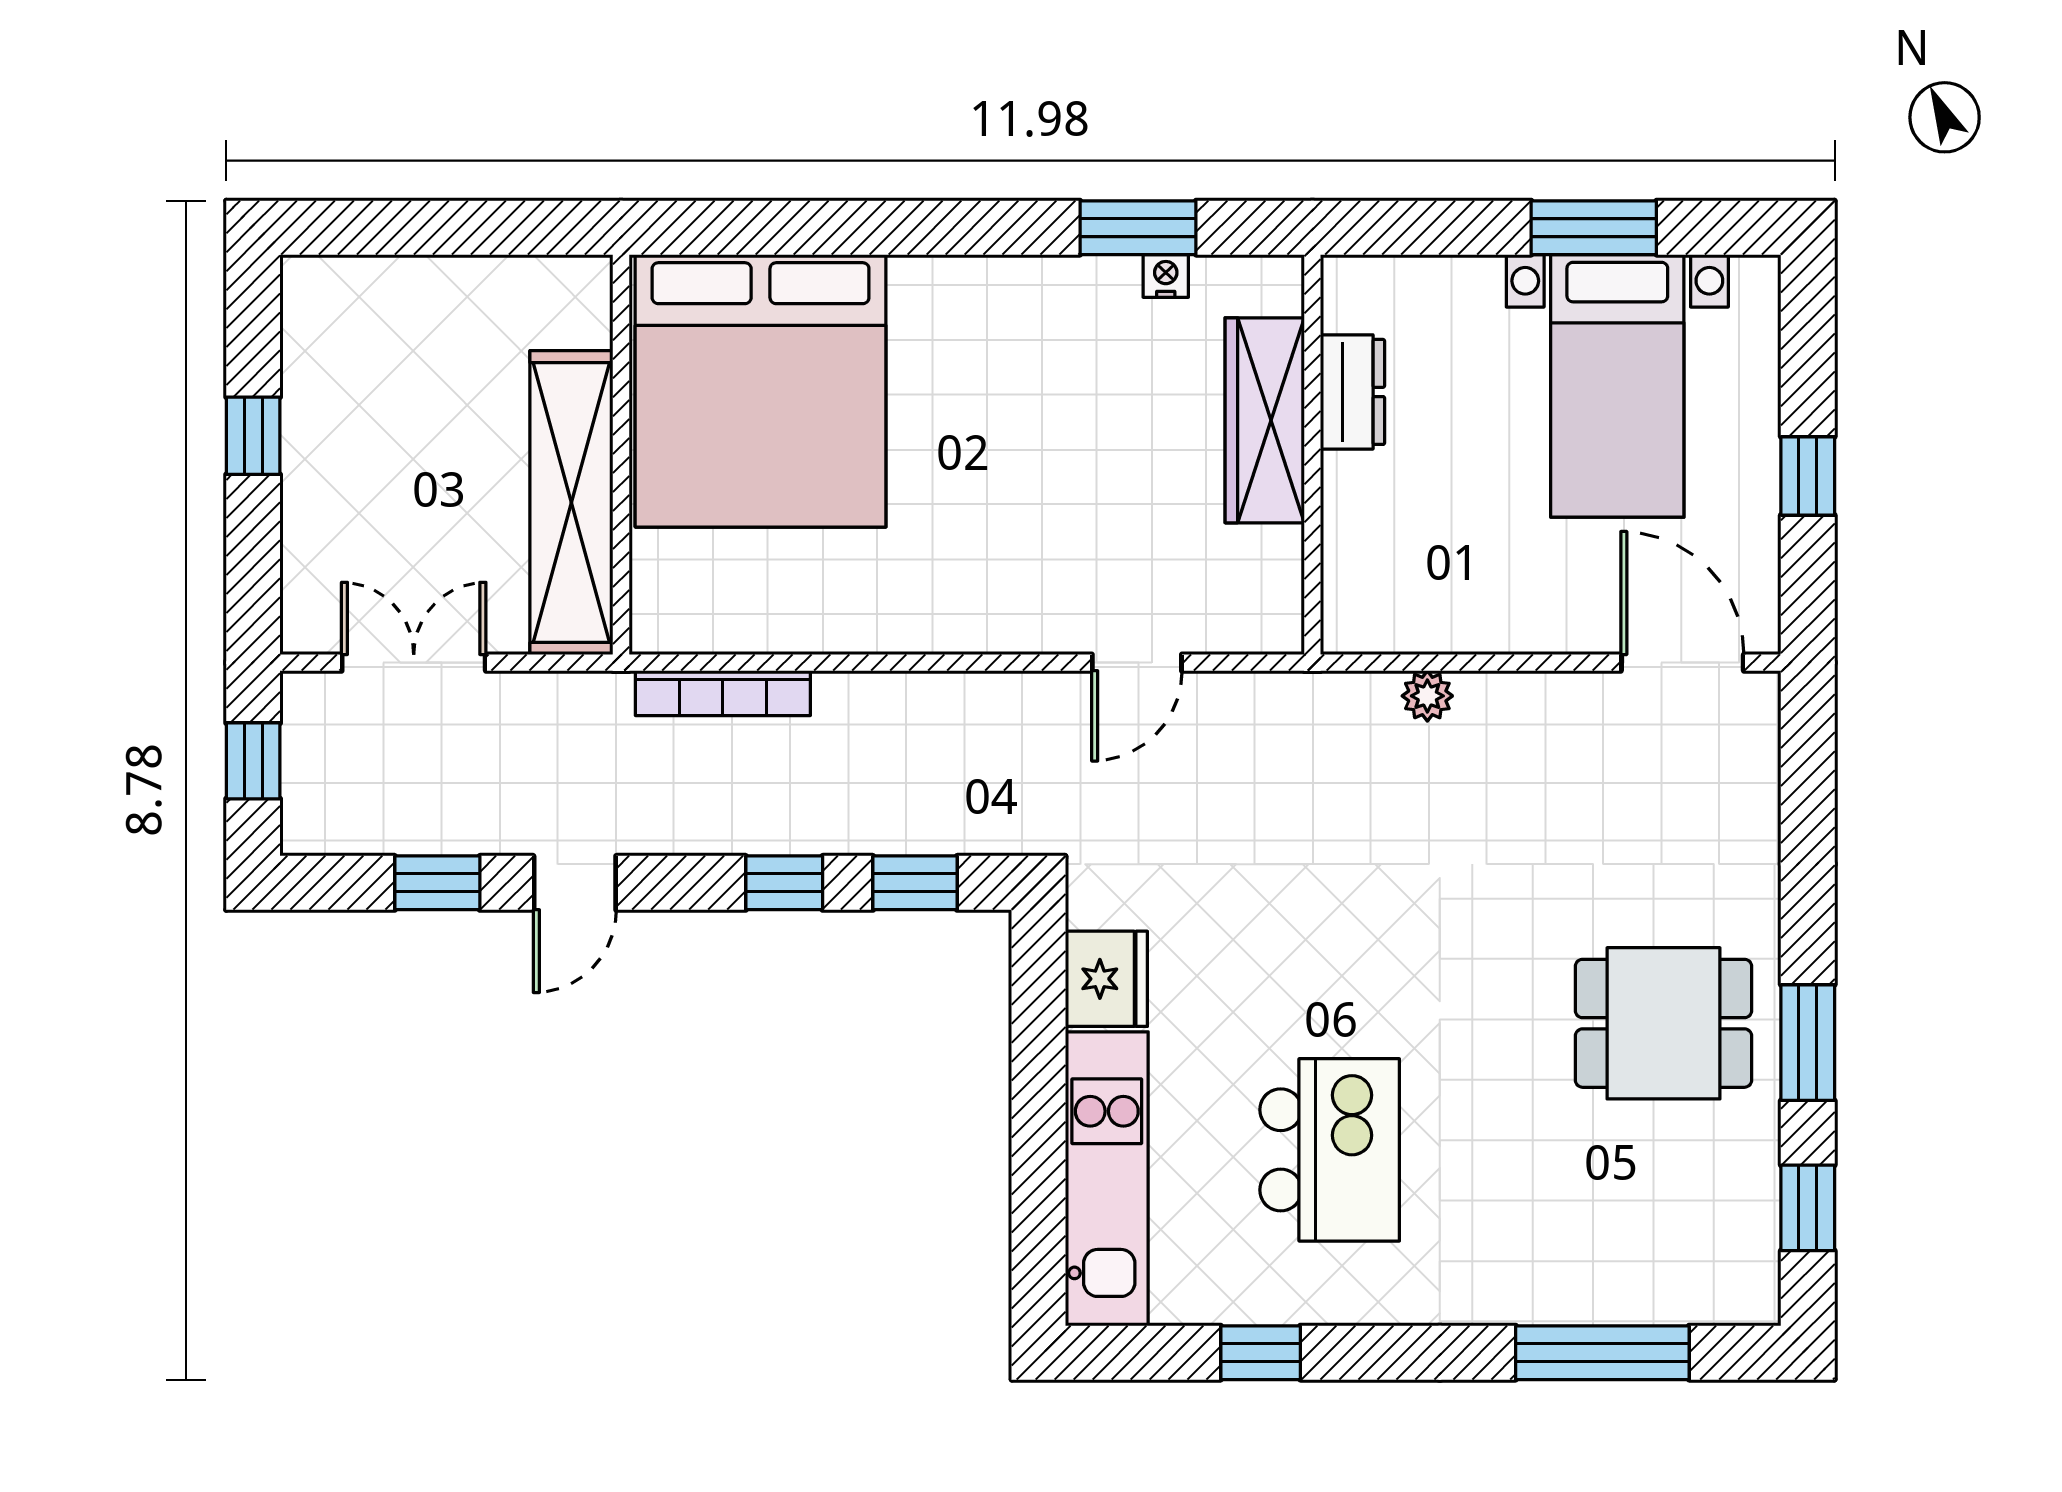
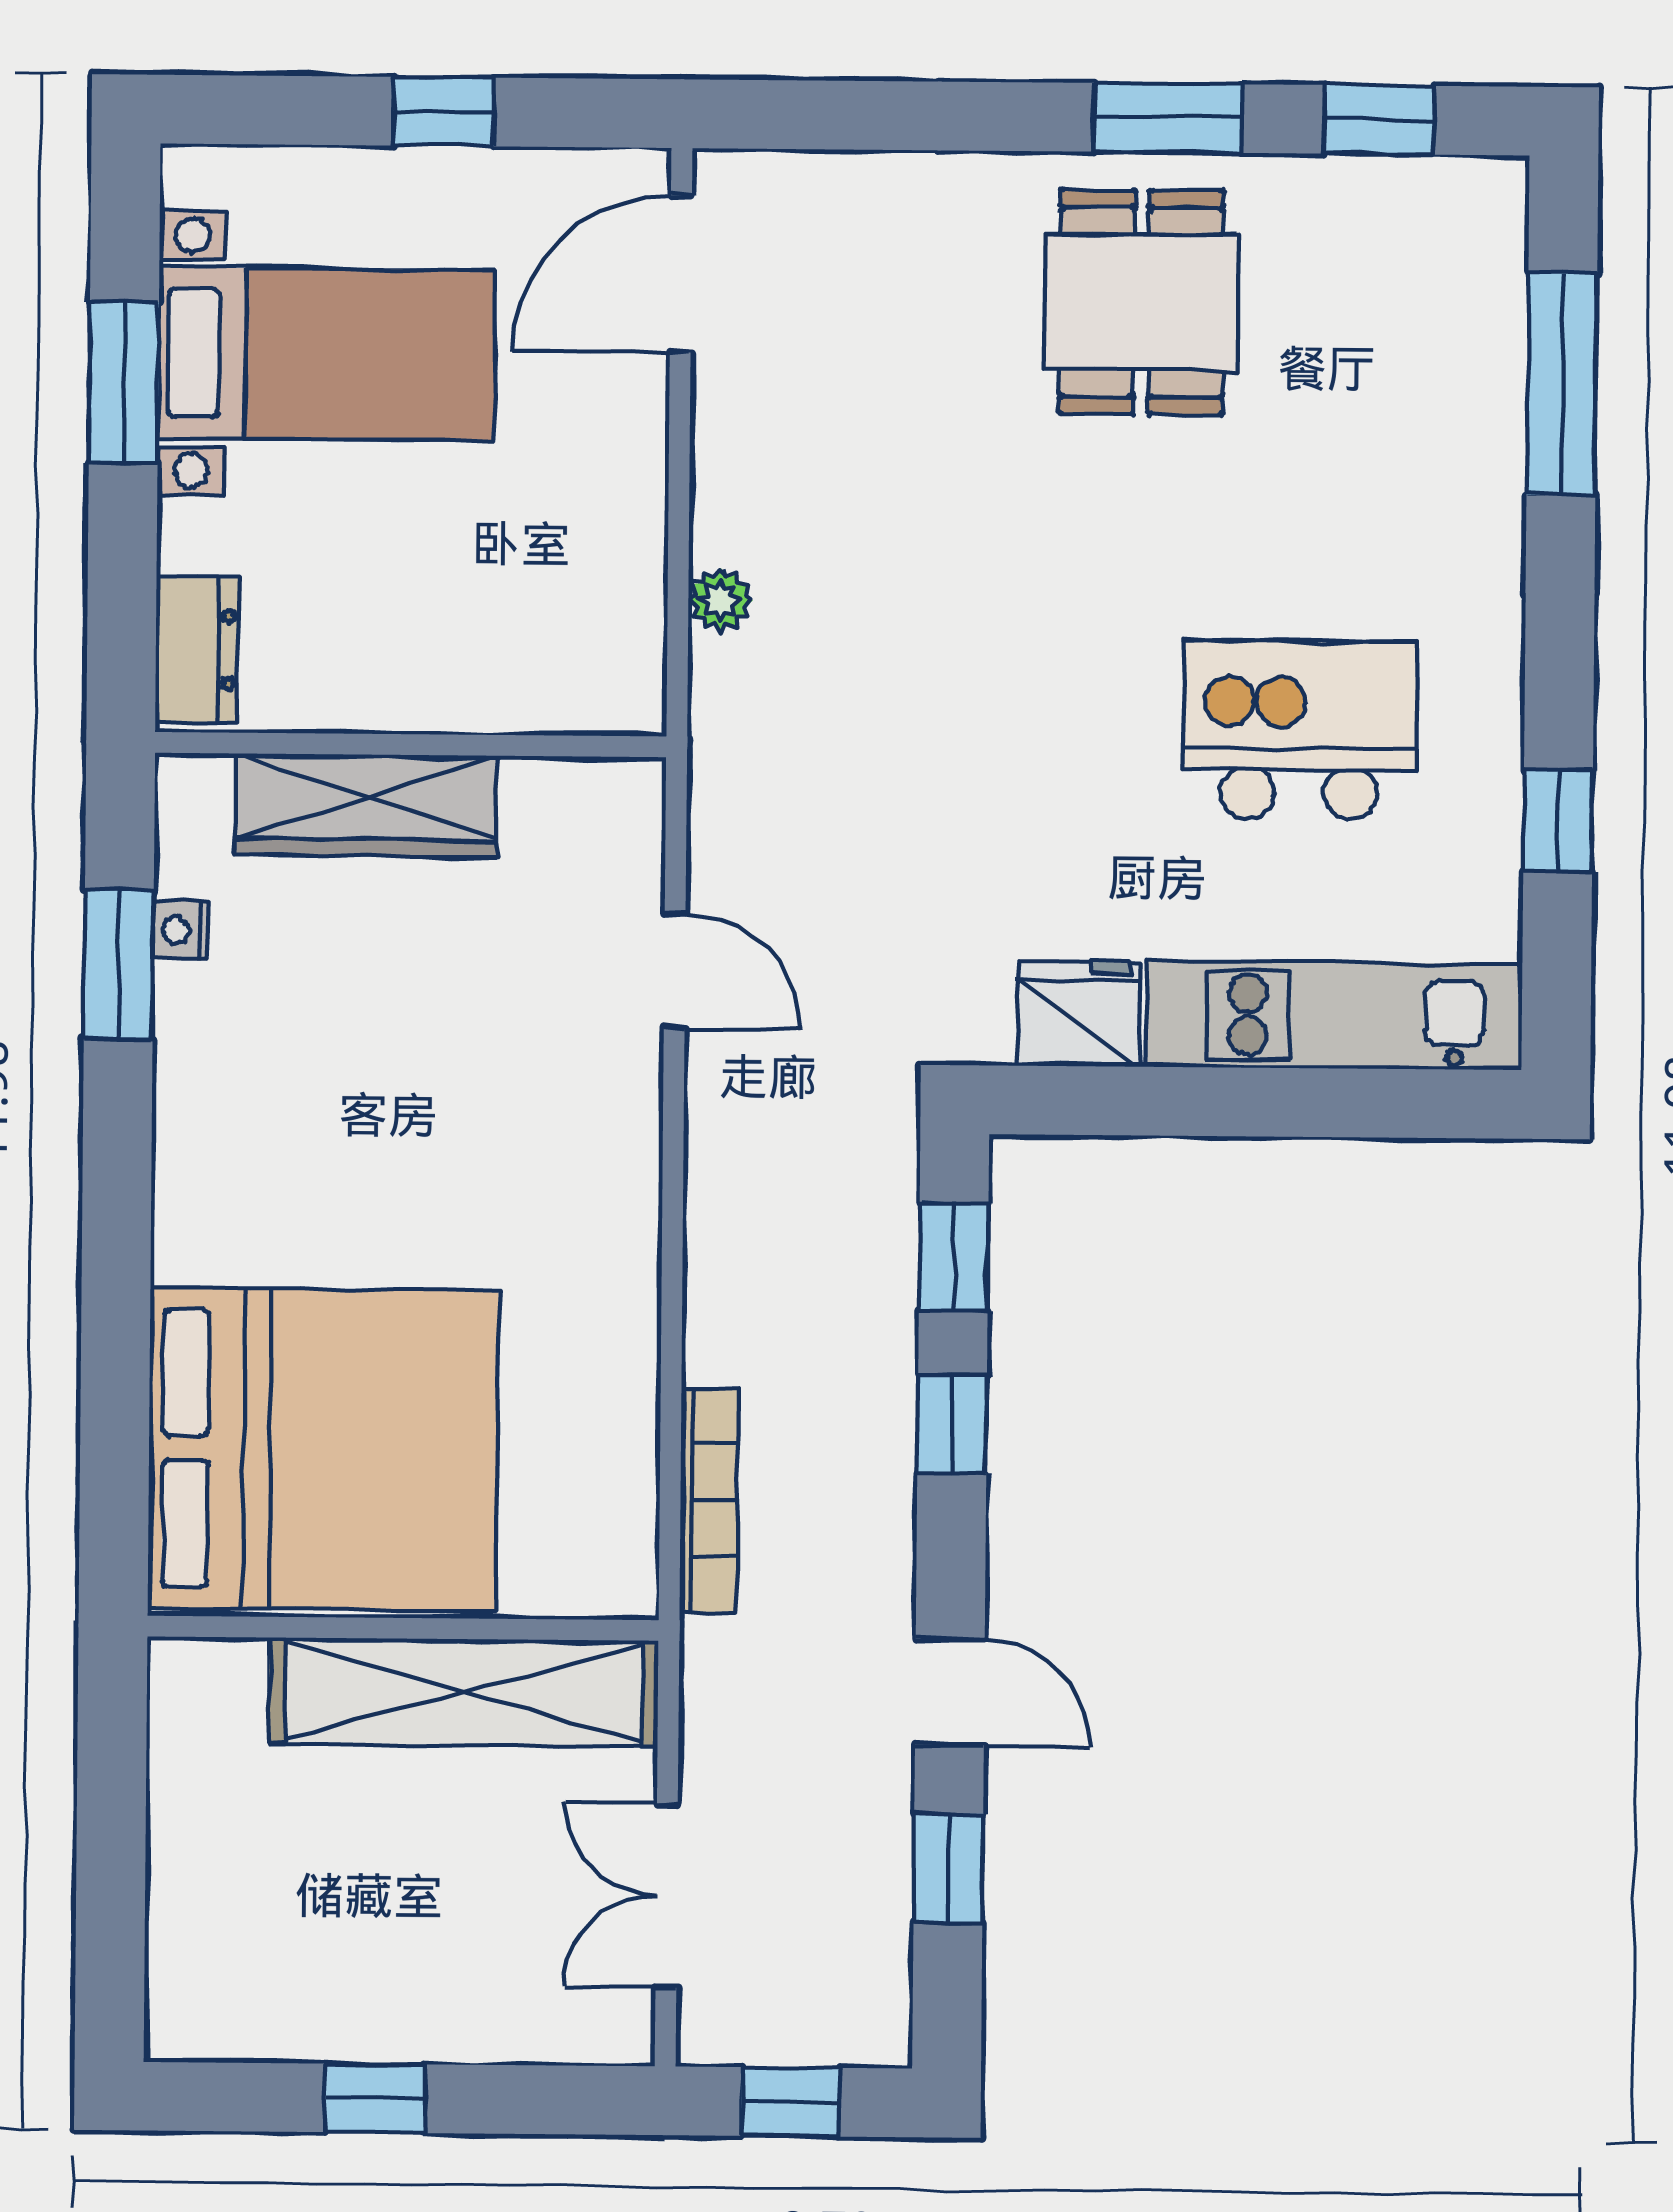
dresser: (1353, 392) -> (197, 649), moved, turned 90

